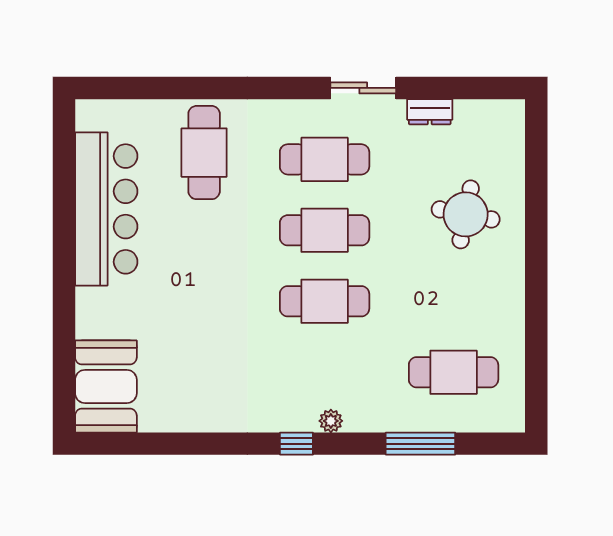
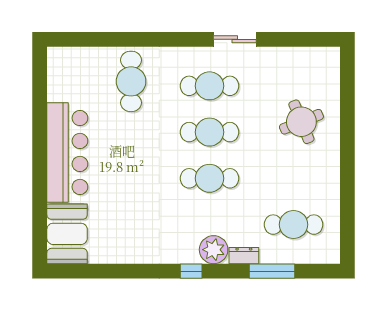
dresser: (430, 112) -> (244, 256), moved, turned 180
bar counter: (106, 209) -> (67, 152), moved
round table: (466, 214) -> (301, 122), turned -33
plant: (331, 421) -> (214, 250), width x1.87, depth x1.87

